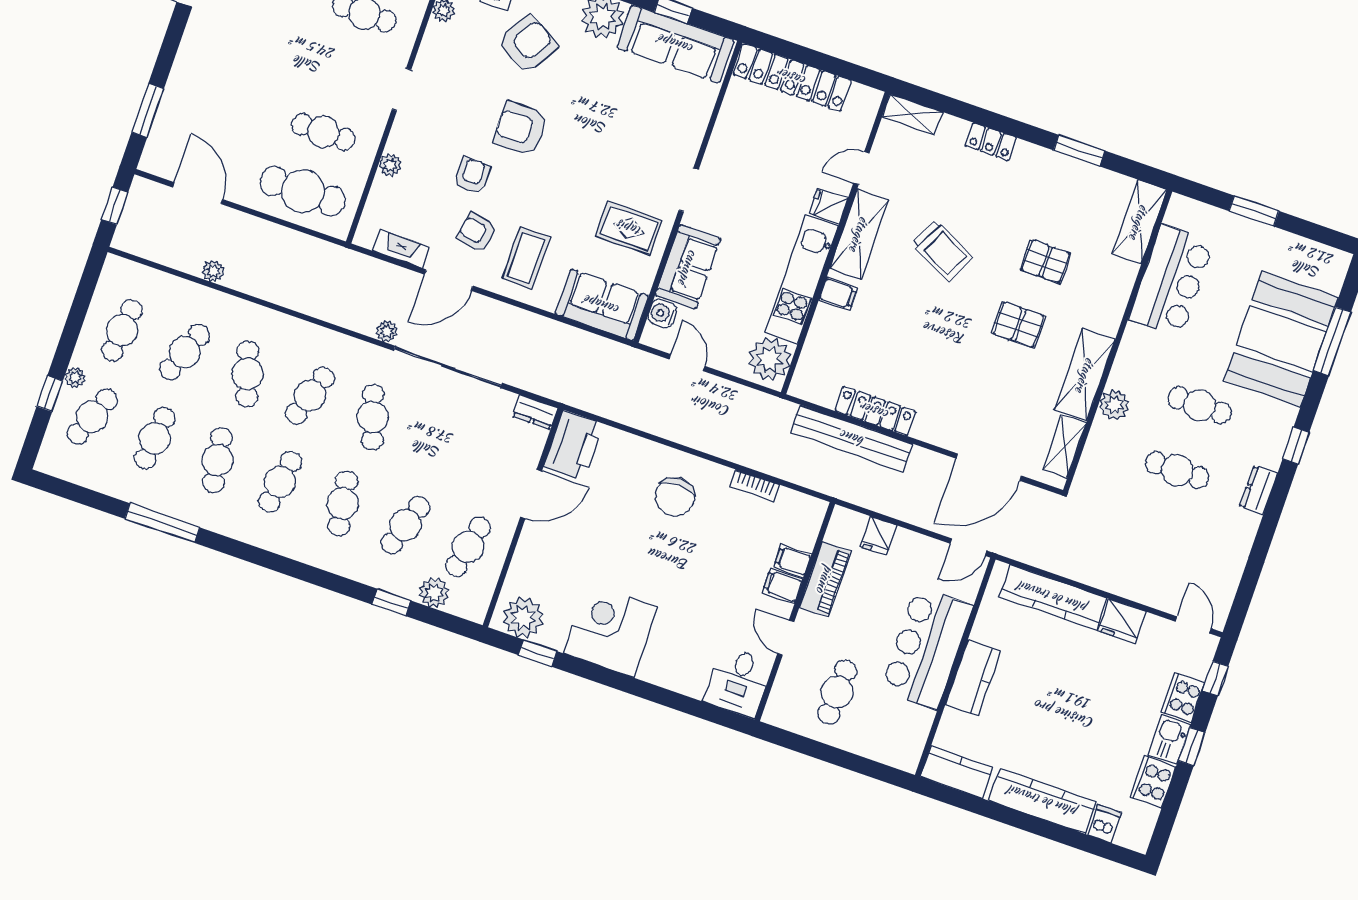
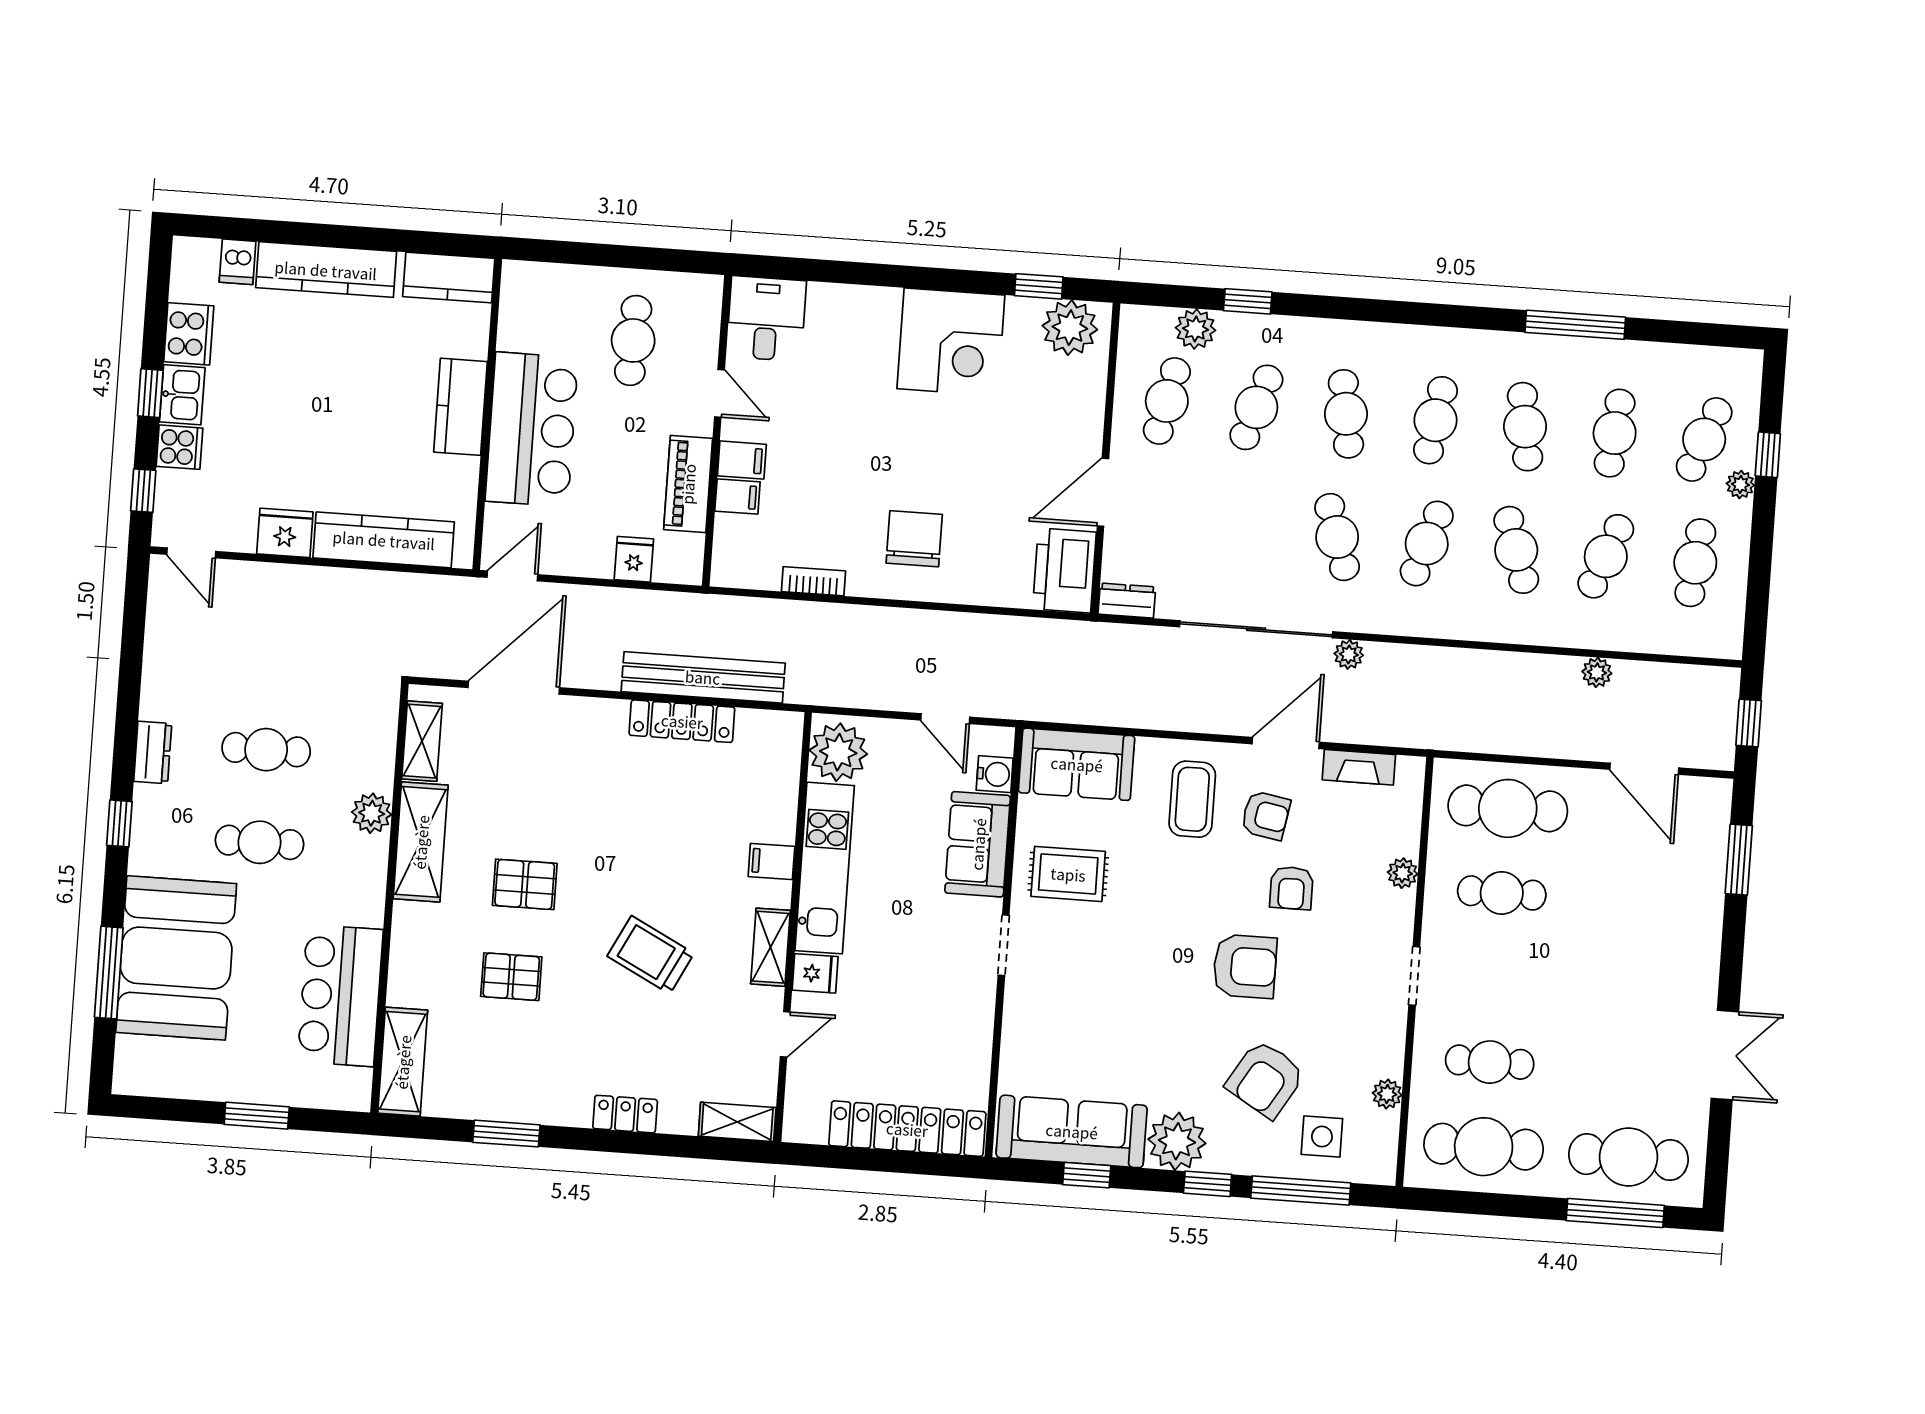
shelving: (859, 234) -> (771, 947), width x0.67, depth x0.75
cooker: (1183, 697) -> (180, 447), width x0.73

